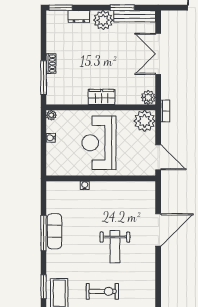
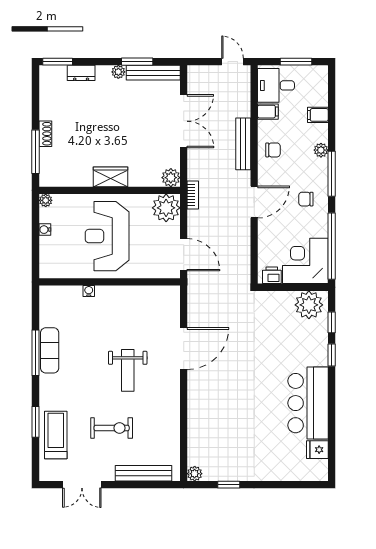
plant: (103, 20) -> (118, 72), width x0.53, depth x0.53
double door: (158, 54) -> (184, 121), swing flipped

